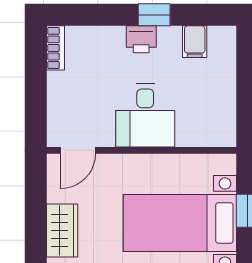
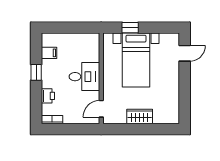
printer: (141, 39) -> (48, 96), moved
door: (78, 150) -> (101, 109), swing flipped

